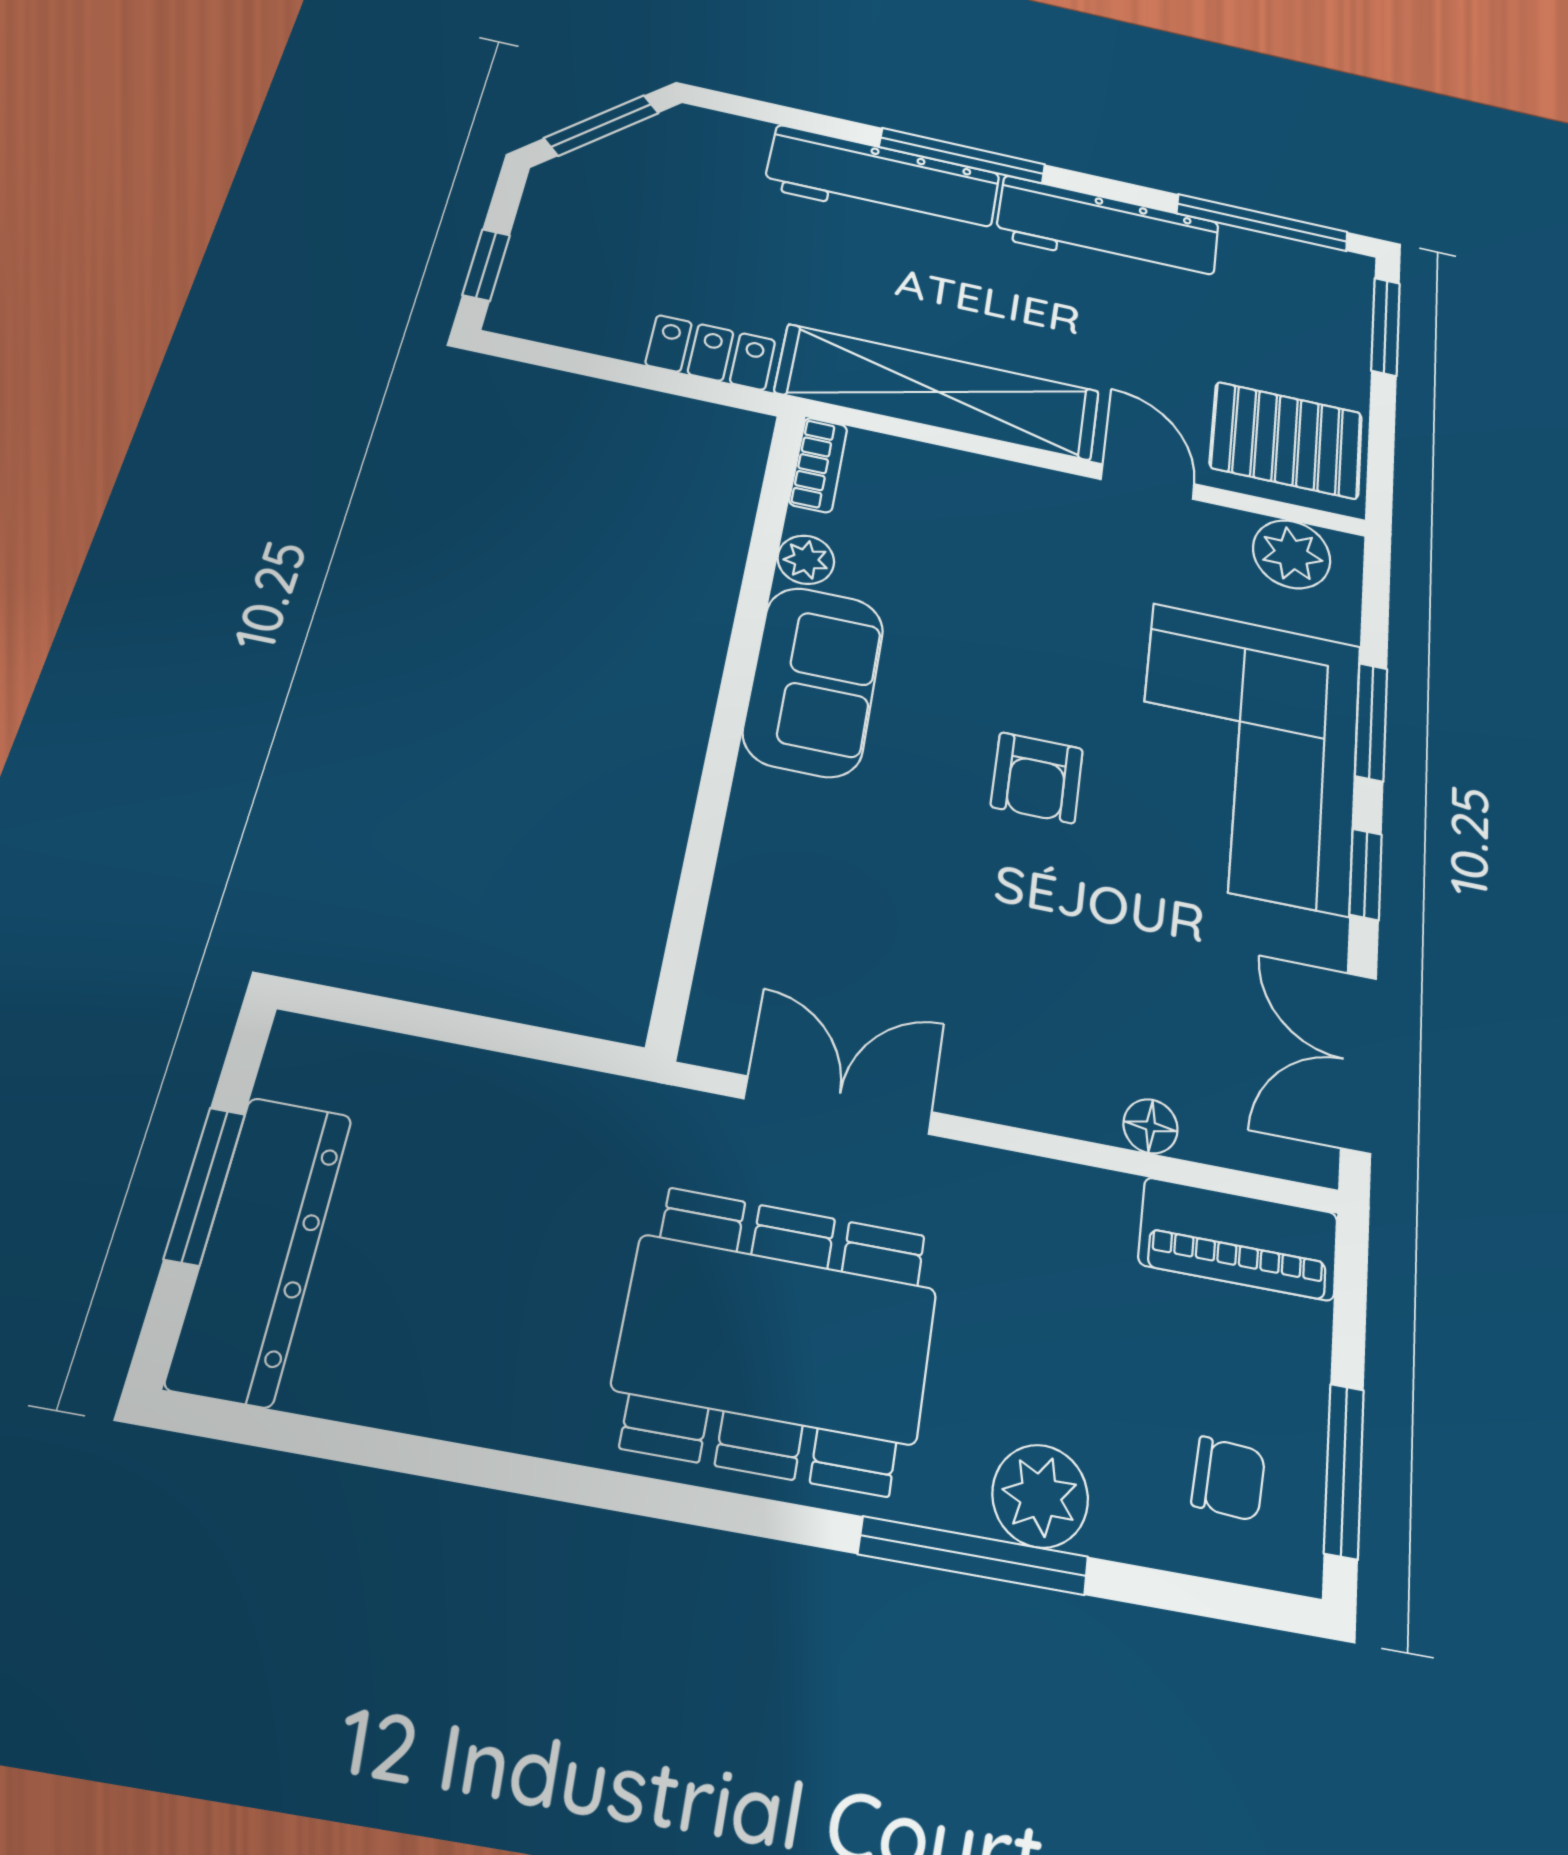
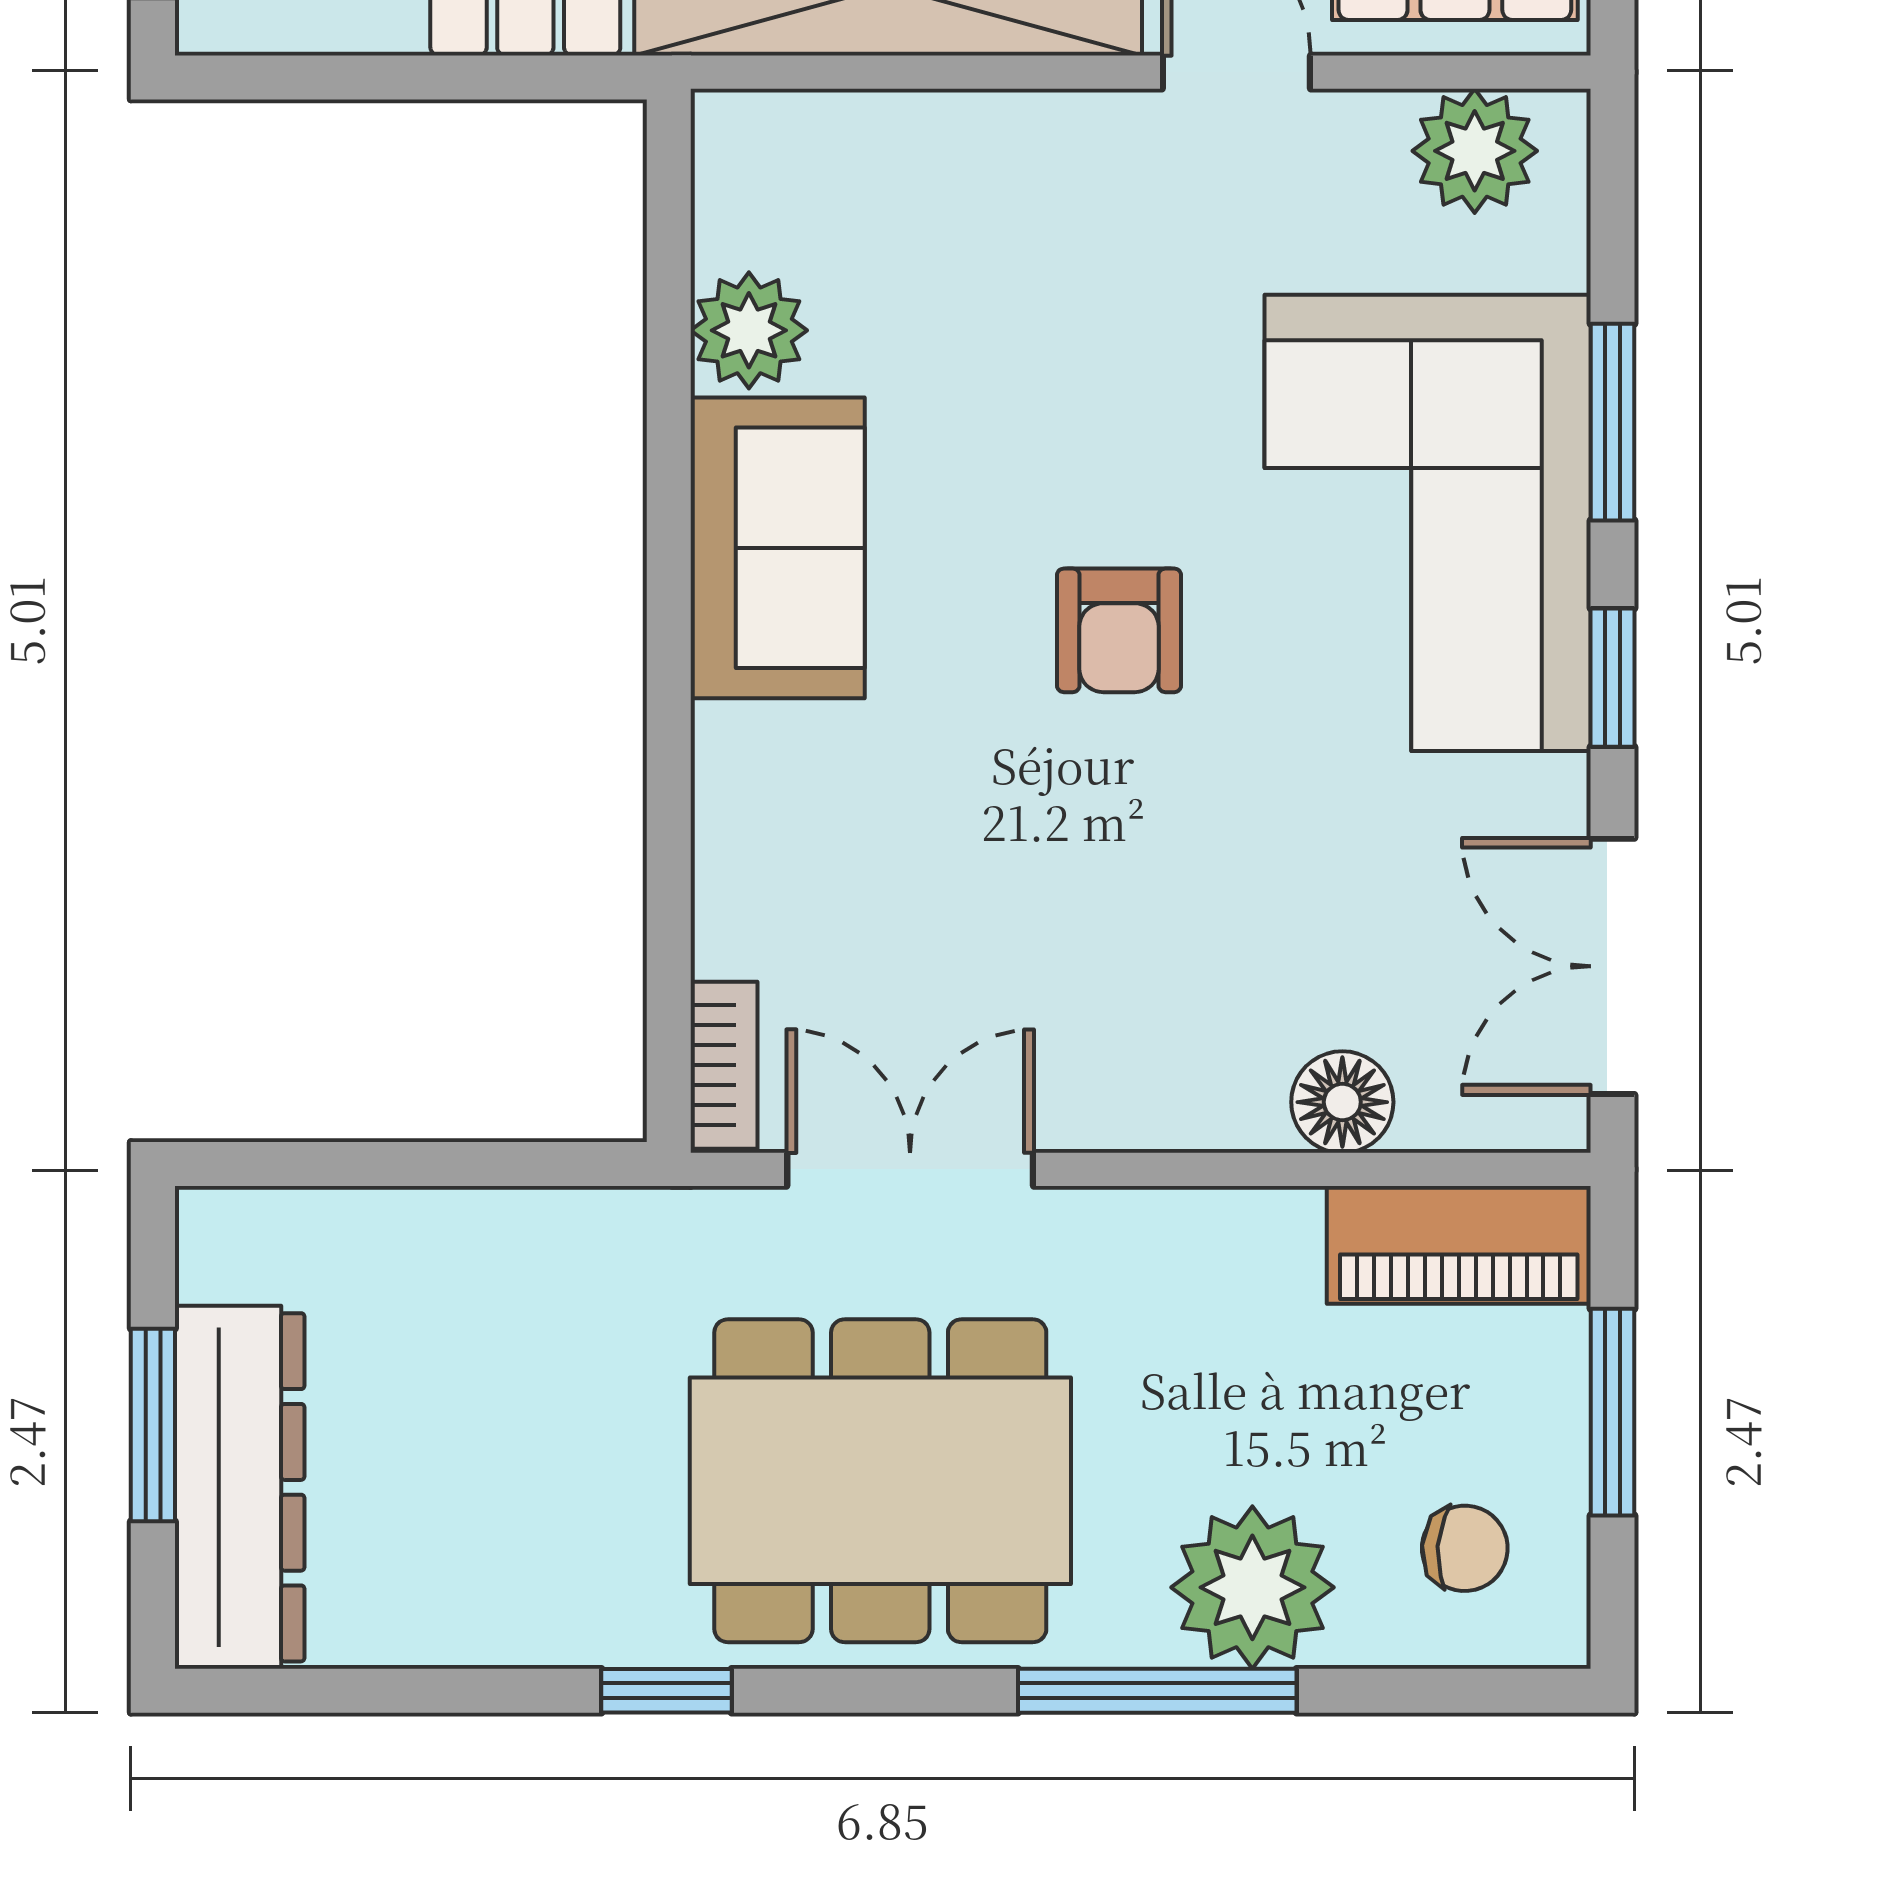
bookcase: (818, 465) -> (724, 1065), moved
plant: (806, 560) -> (749, 330), width x1.38, depth x1.38
floor lamp: (1151, 1126) -> (1342, 1102), width x1.37, depth x1.37
window: (1344, 1470) -> (1612, 1412), moved
window: (570, 1483) -> (666, 1691), added
plant: (1040, 1496) -> (1252, 1587), width x1.36, depth x1.36

